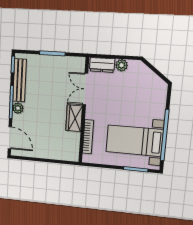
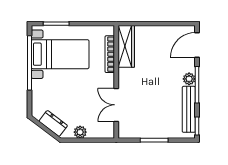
dresser: (102, 65) -> (53, 123), moved, turned 37
double door: (85, 89) -> (116, 105), swing flipped
wardrobe: (74, 118) -> (126, 46), moved, width x1.50
door: (10, 138) -> (197, 45), hinge flipped

